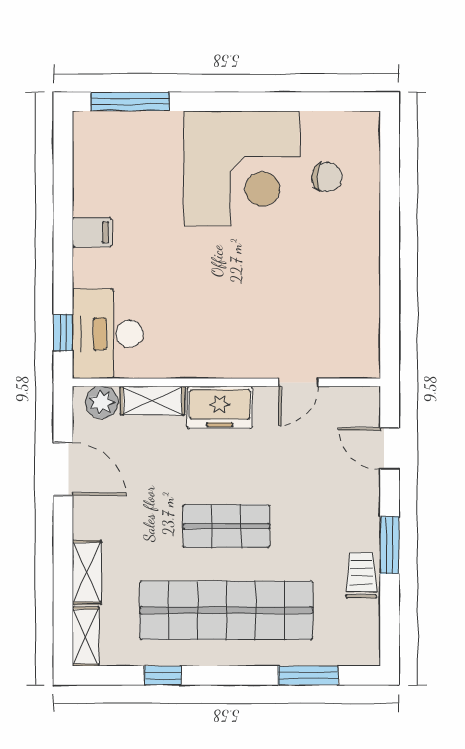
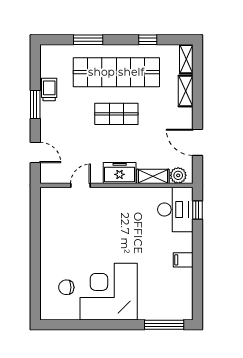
trolley: (361, 575) -> (49, 89), turned 180
window: (308, 675) -> (88, 40), moved

